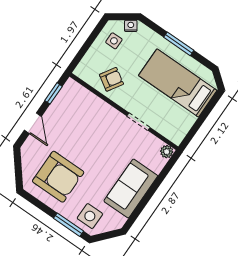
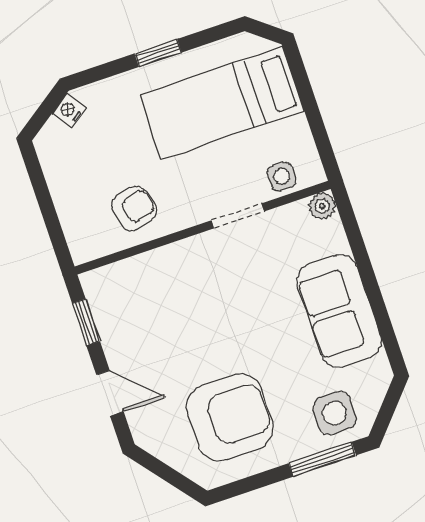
side table: (114, 41) -> (282, 176), moved
window: (179, 44) -> (158, 53), width x0.67
armchair: (111, 79) -> (134, 209), turned 44

